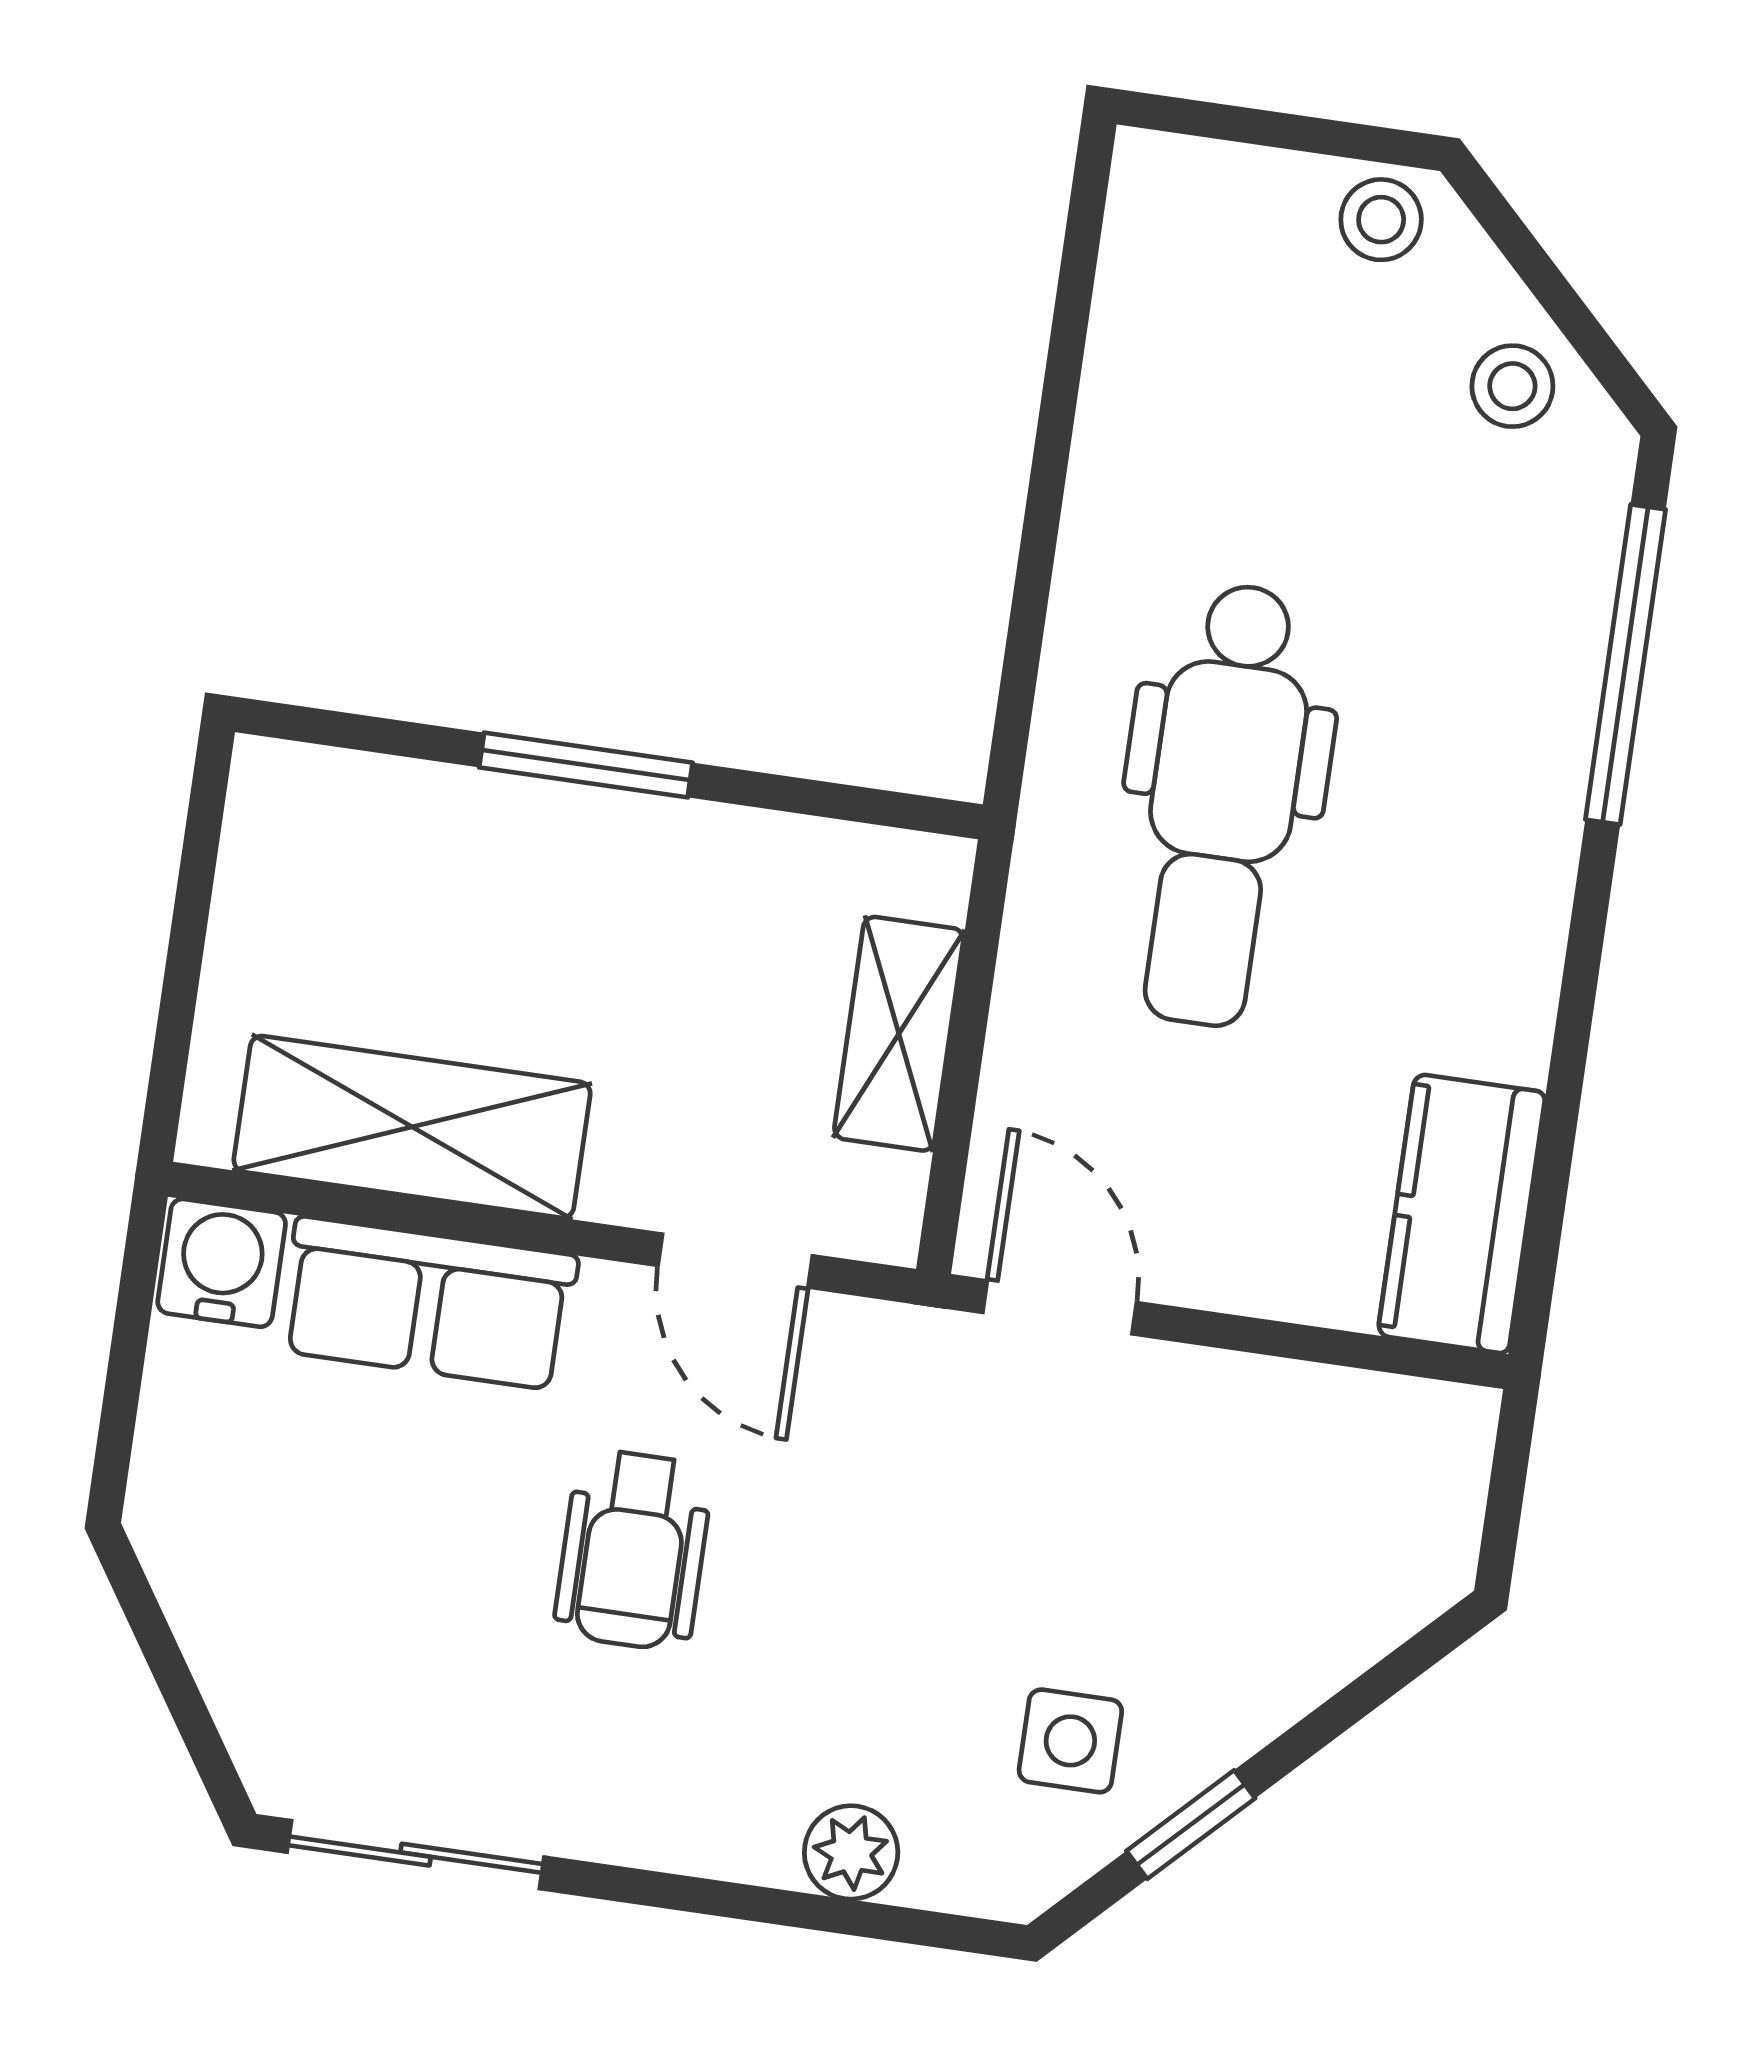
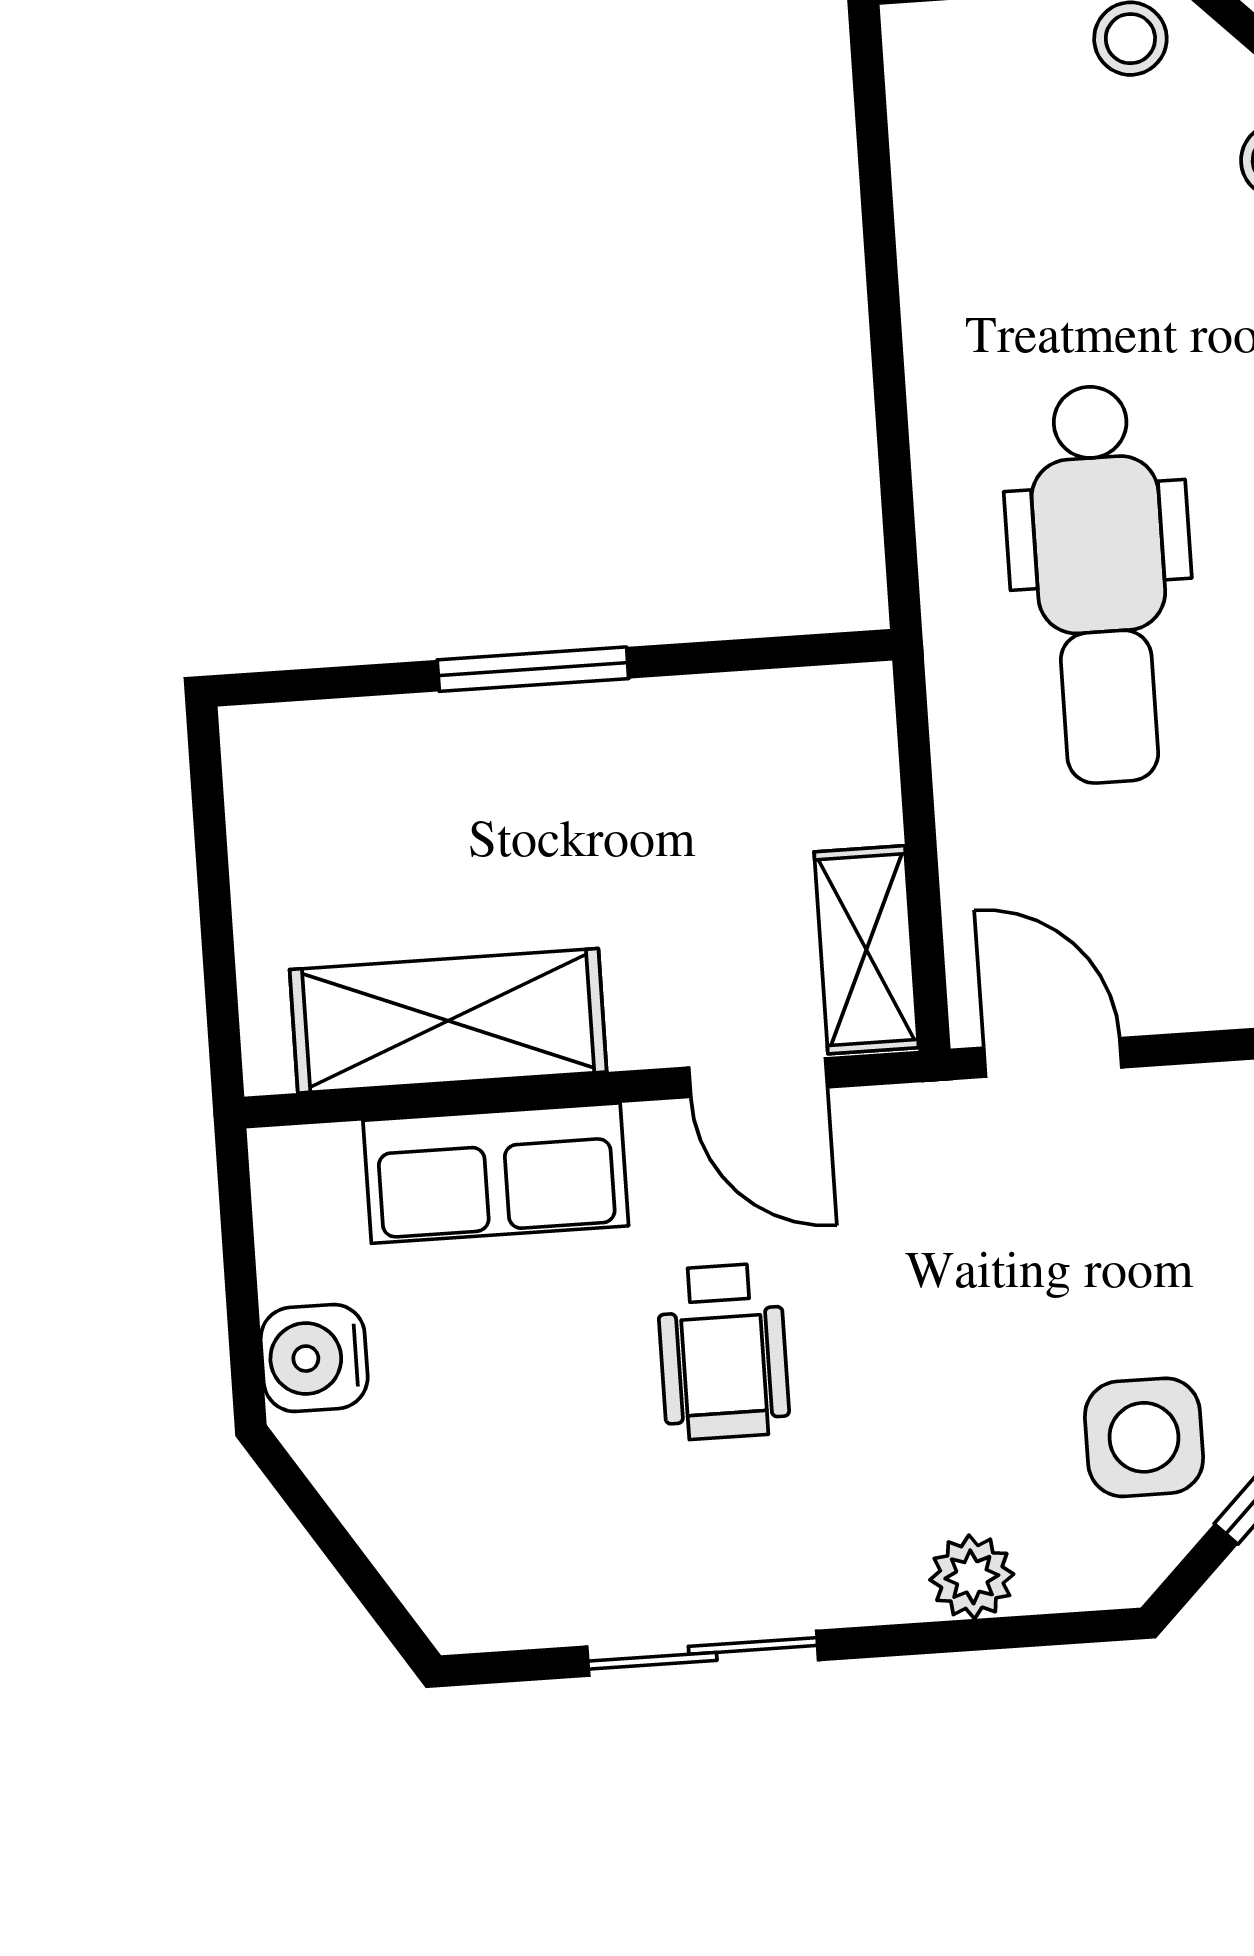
shelving: (899, 1034) -> (866, 950), moved
water cooler: (222, 1263) -> (314, 1358), moved, turned -90
side table: (1070, 1741) -> (1144, 1437), width x1.37, depth x1.37
sliding door: (416, 1855) -> (703, 1653), moved

